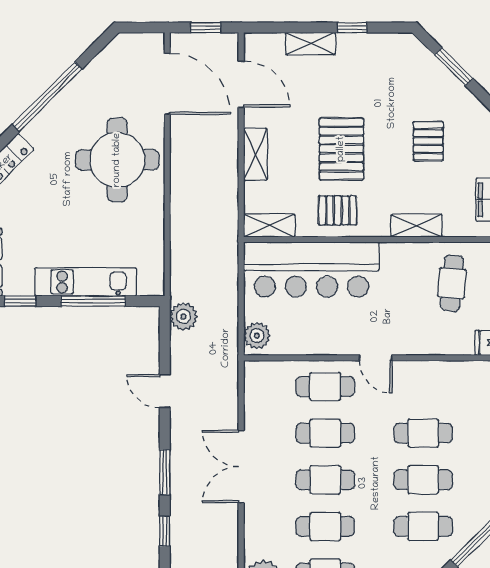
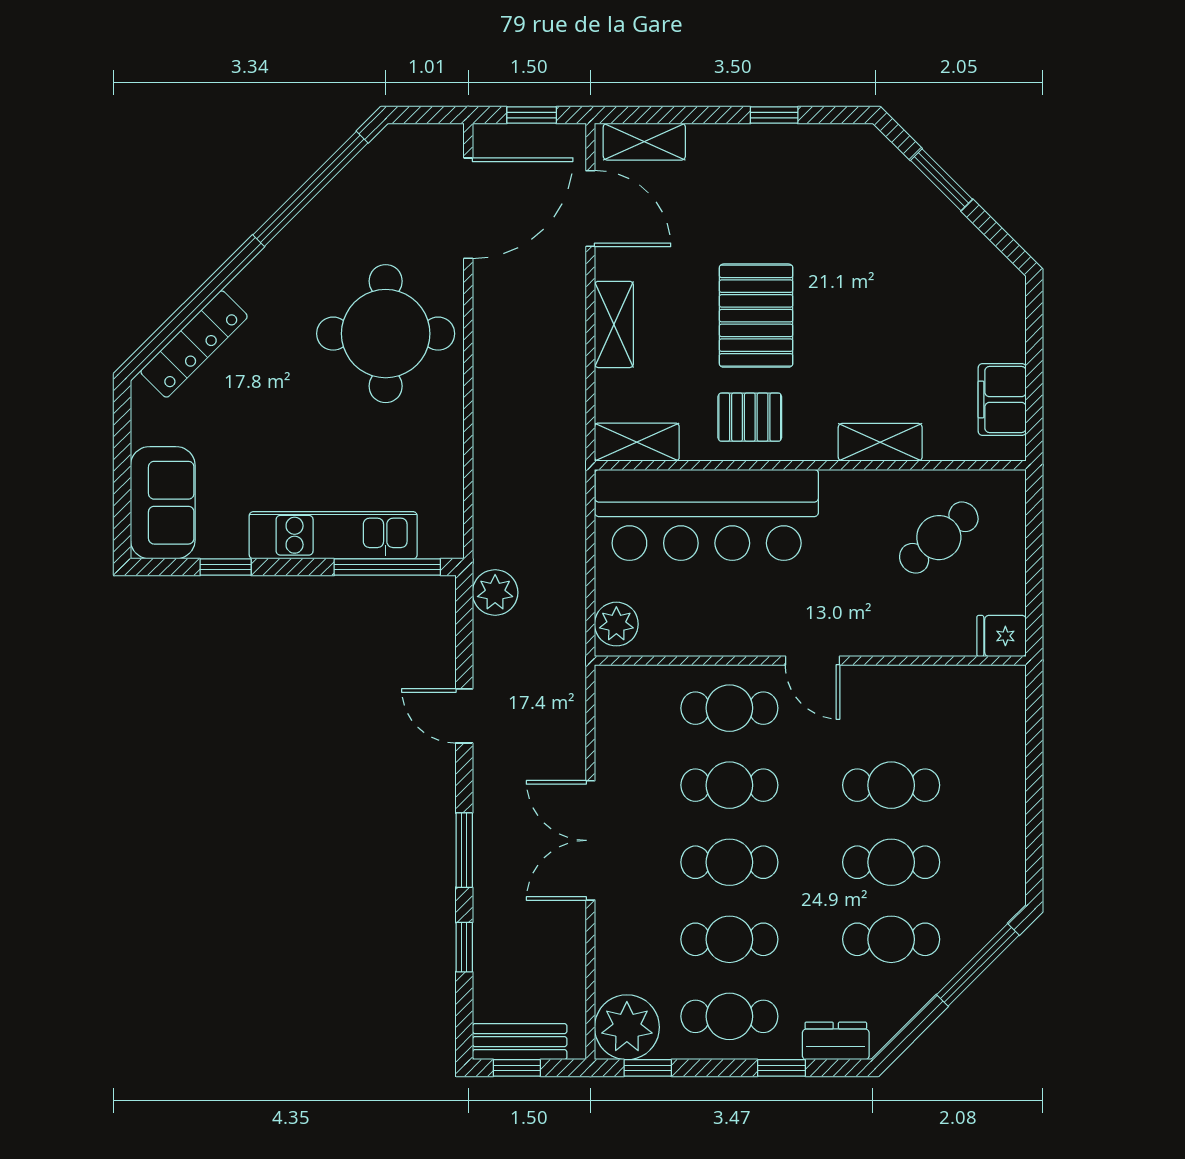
shelving: (310, 44) -> (644, 142), moved
door: (167, 84) -> (468, 208), hinge flipped
window: (47, 97) -> (310, 189), moved
pallet: (428, 141) -> (899, 303), removed
cafe table: (452, 283) -> (939, 538), turned 45
window: (93, 301) -> (387, 567), moved

